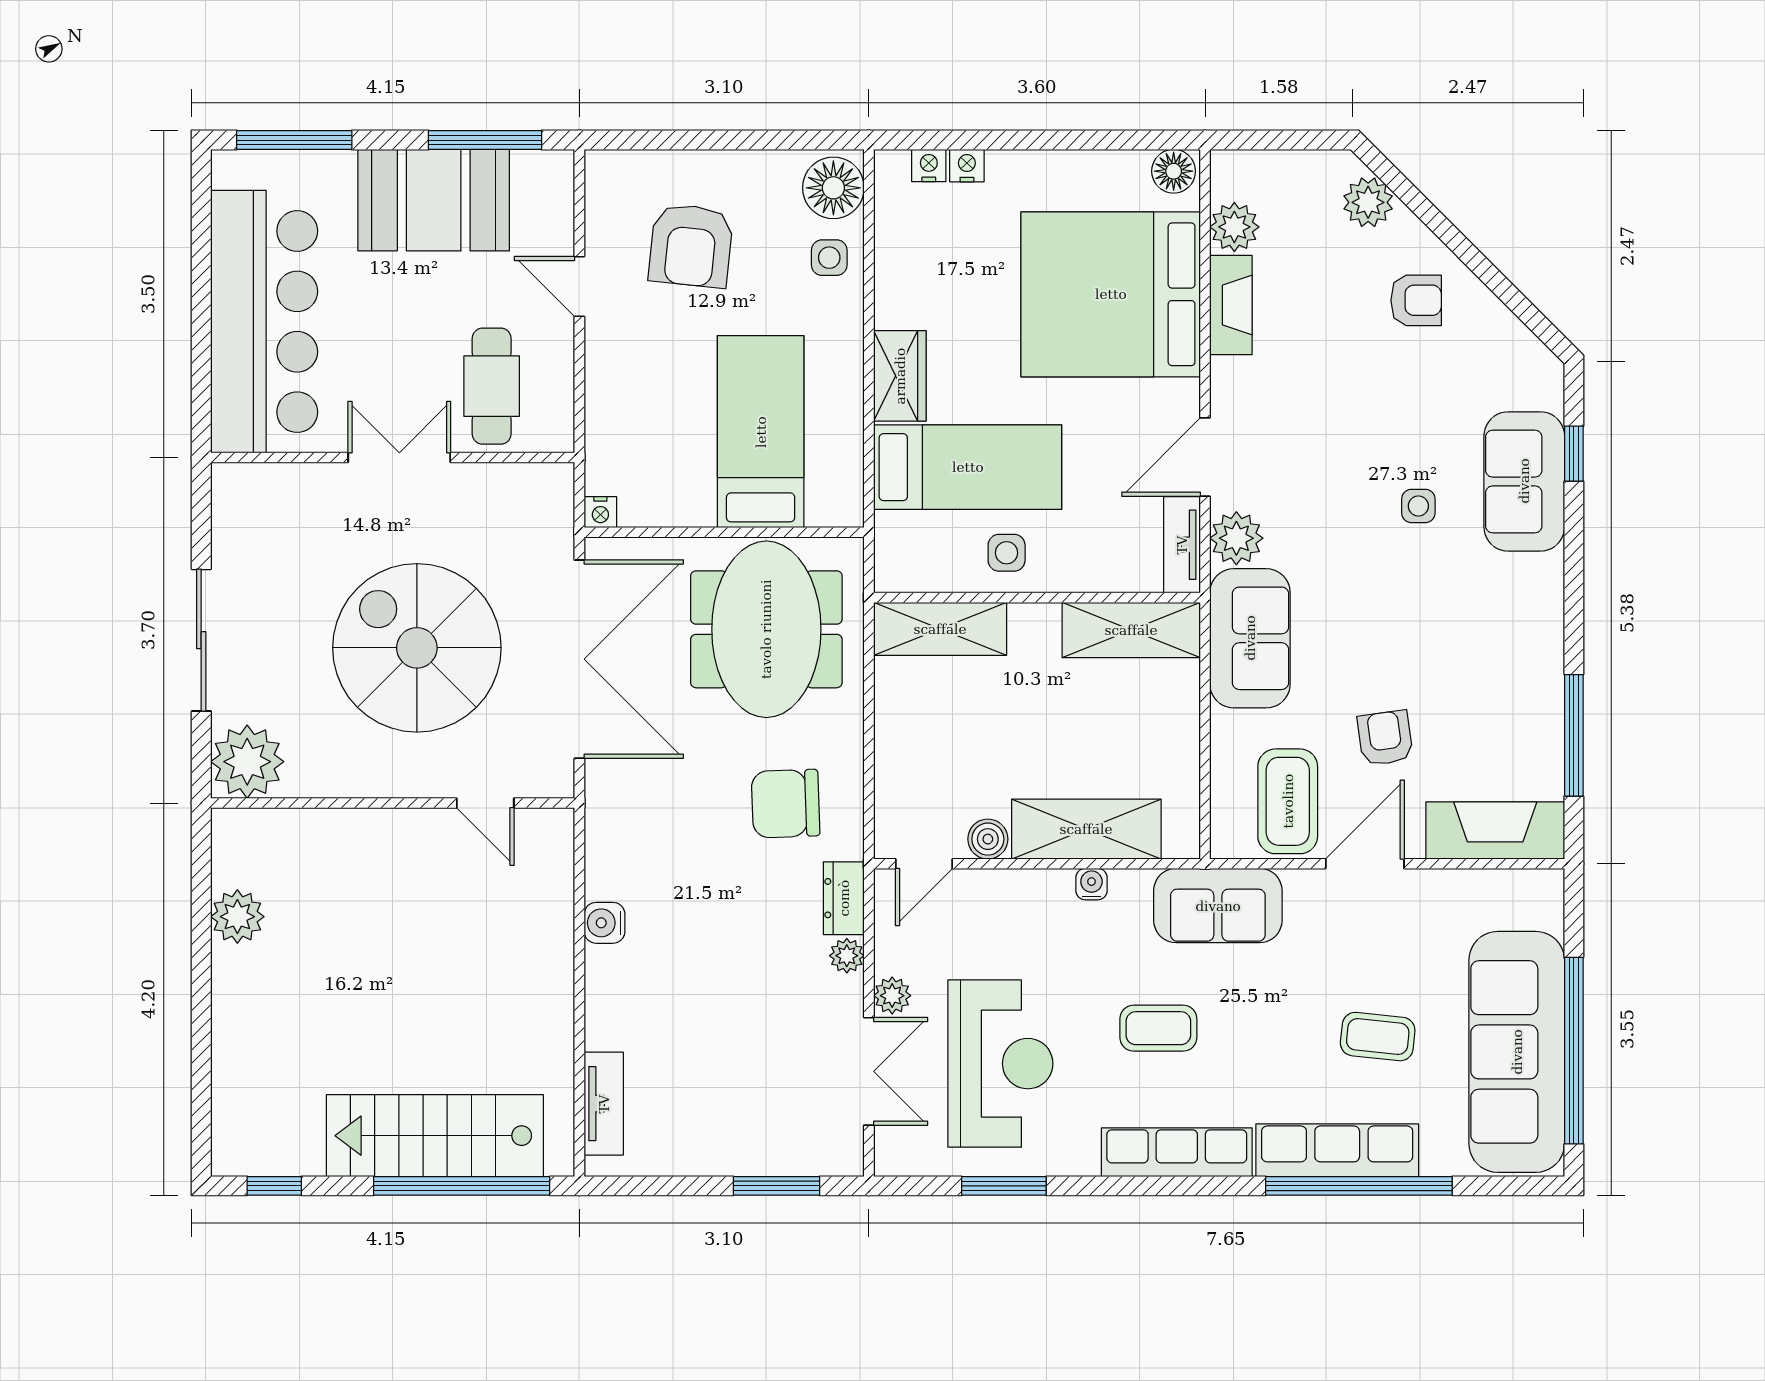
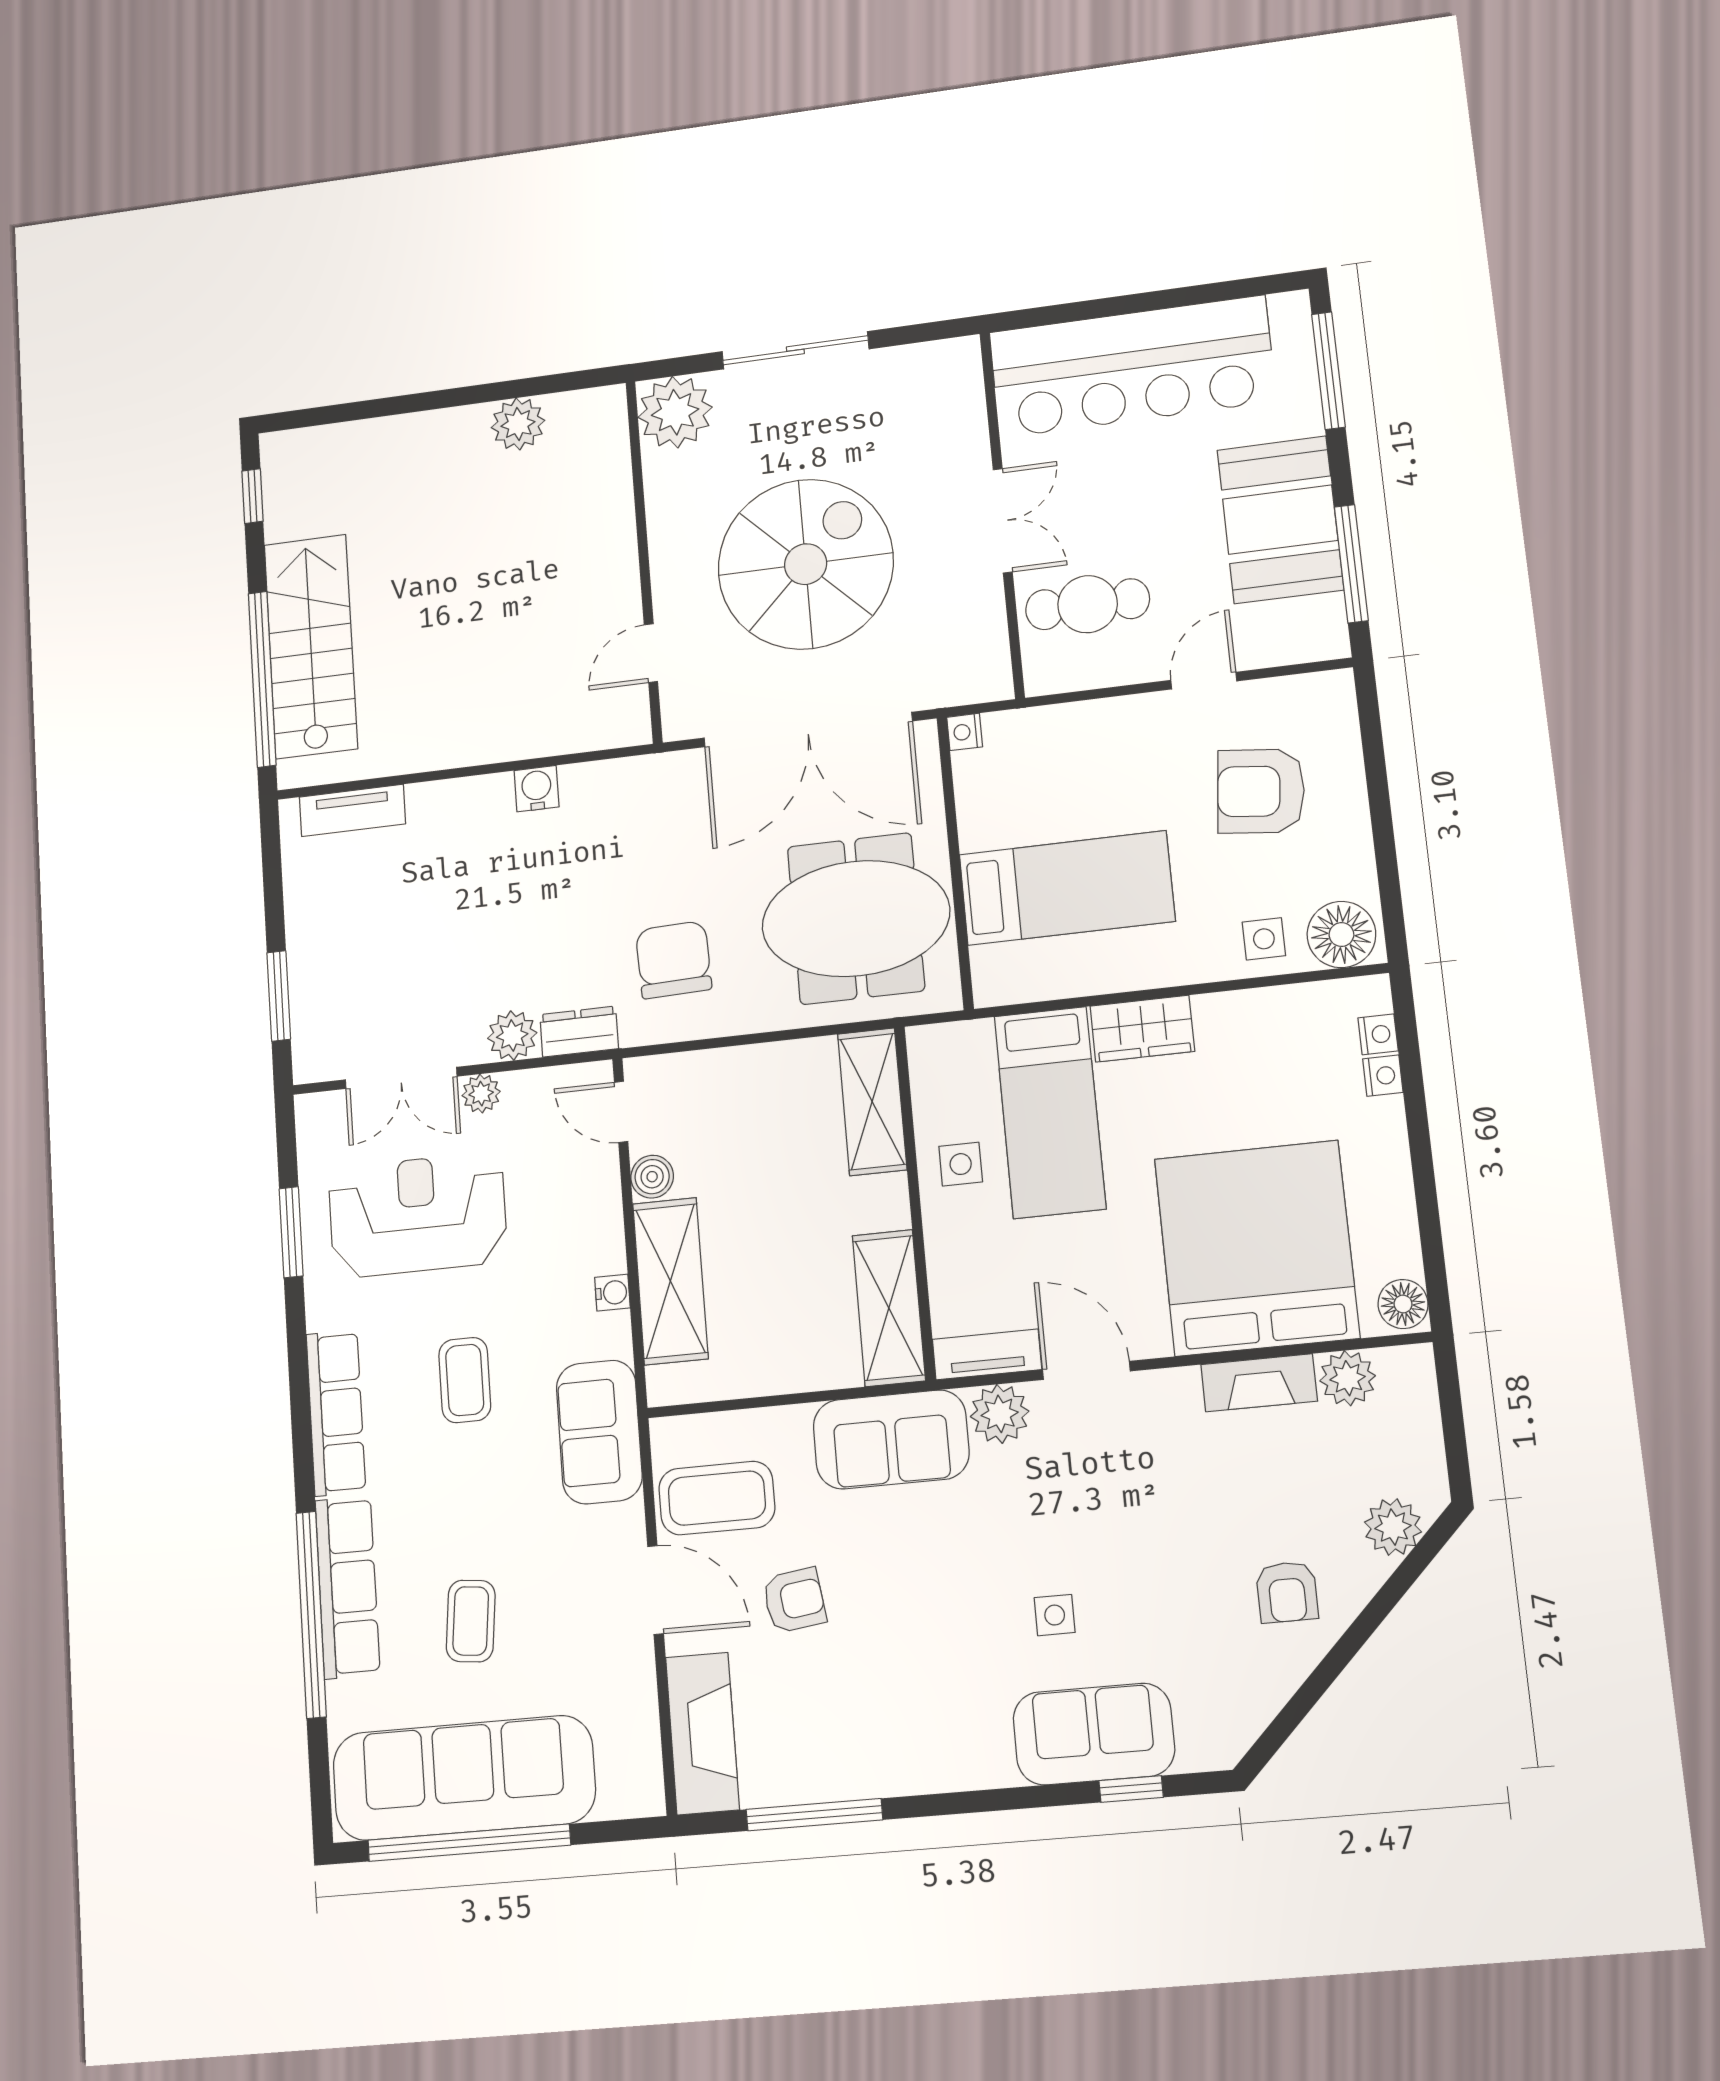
plant: (847, 956) -> (512, 1036), width x1.38, depth x1.38
reception desk: (1000, 1064) -> (417, 1215), turned 180

